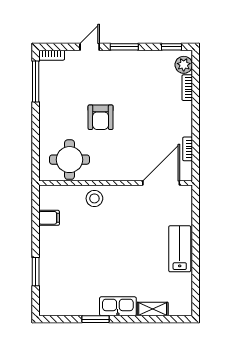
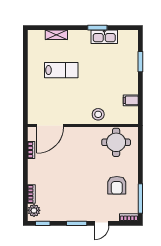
armchair: (101, 117) -> (117, 185), moved, turned 180
lab bench: (180, 249) -> (61, 70), moved, turned -90
kitchen sink: (118, 306) -> (104, 37), moved

